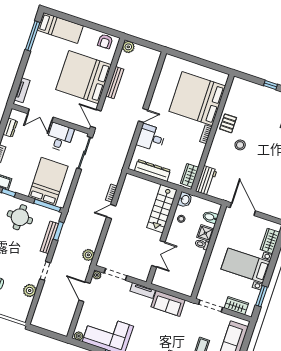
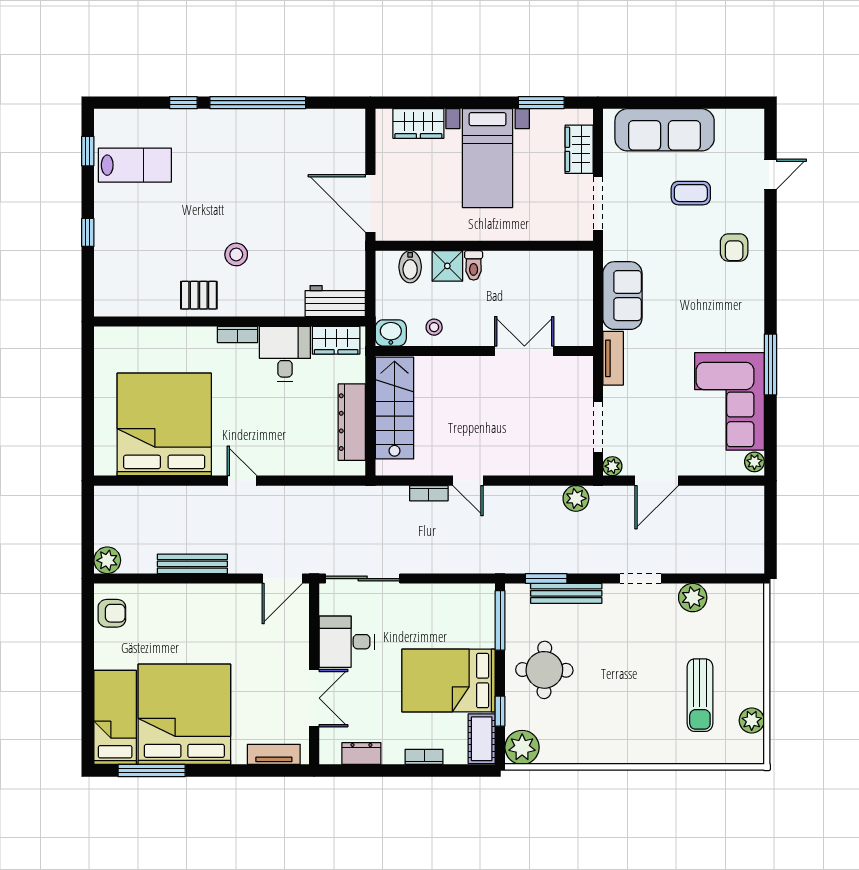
bed: (84, 77) -> (184, 714), moved, turned 180
bed: (197, 99) -> (164, 424), moved, turned 180
desk: (151, 138) -> (285, 354), moved, turned 180
bed: (48, 181) -> (449, 681), moved
stairs: (162, 209) -> (394, 408), moved, turned -90
door: (243, 209) -> (370, 203), hinge flipped

